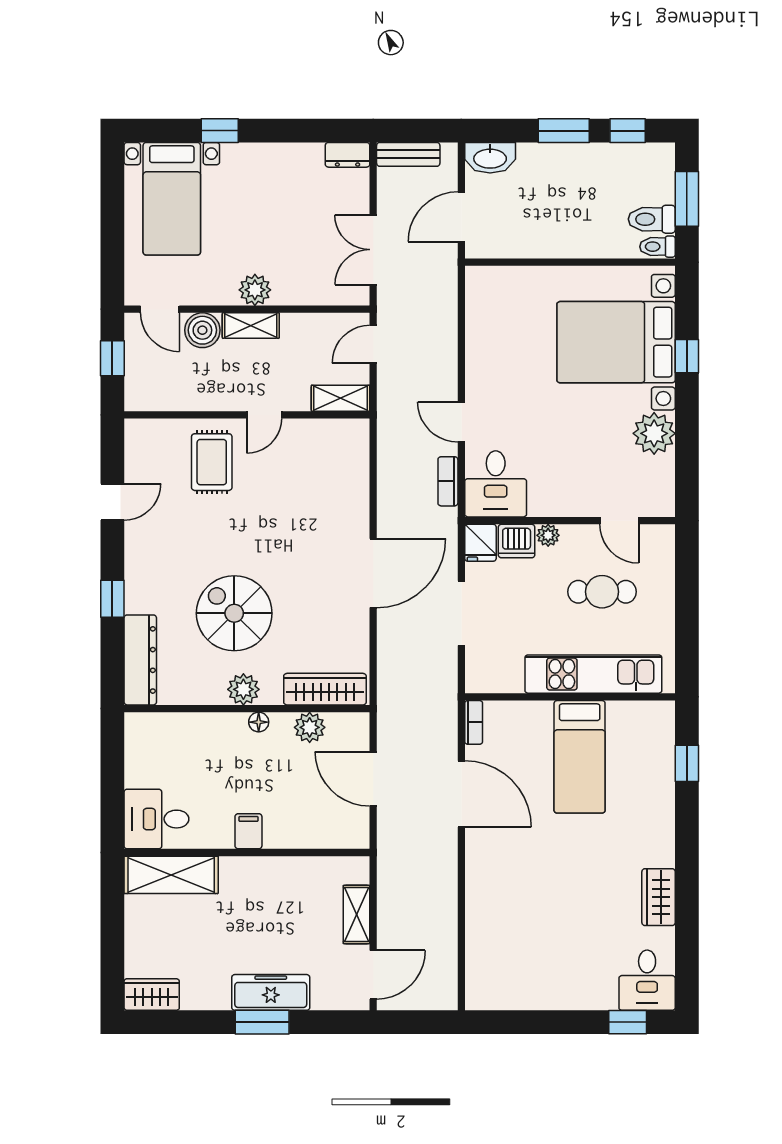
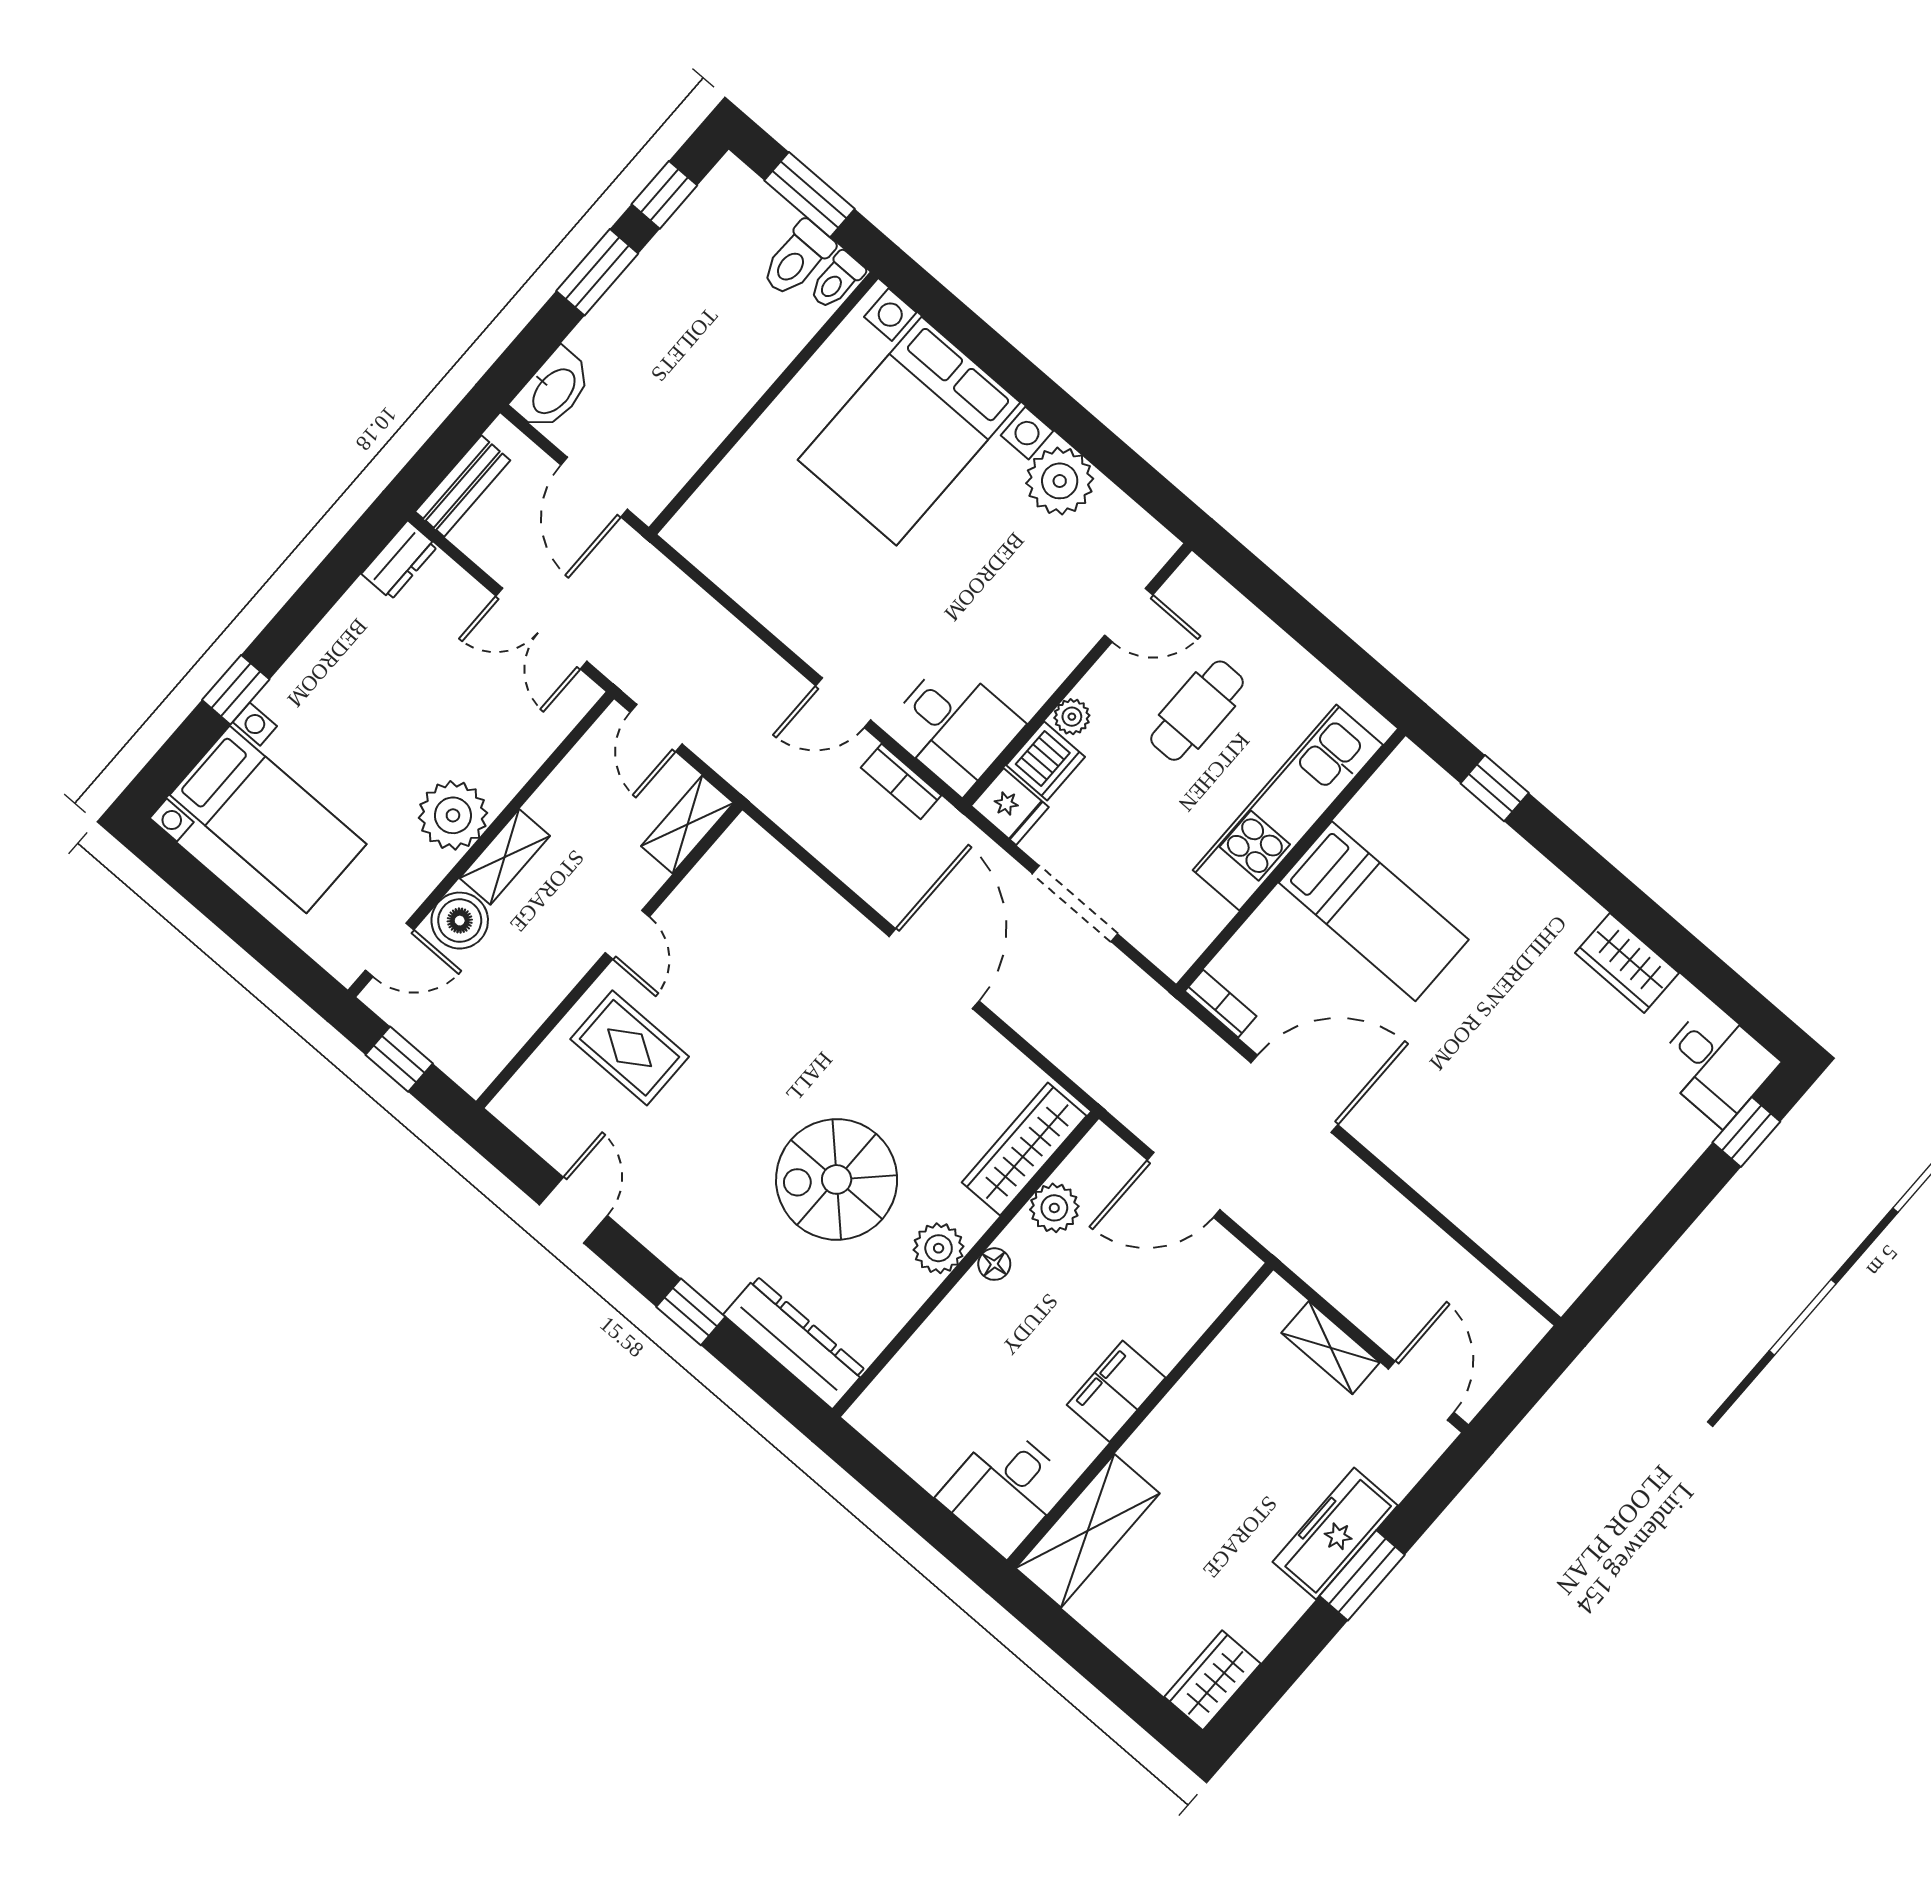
plant: (255, 290) -> (453, 815), width x1.36, depth x1.36
window: (687, 356) -> (1000, 360), removed
filing cabinet: (248, 831) -> (1116, 1391), width x2.00

